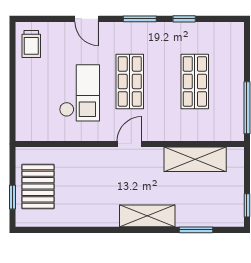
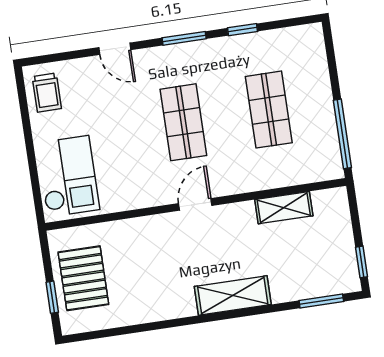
checkout: (79, 93) -> (68, 176), moved
shelving: (195, 159) -> (284, 208), width x0.67, depth x0.75
window: (196, 230) -> (321, 301), moved

